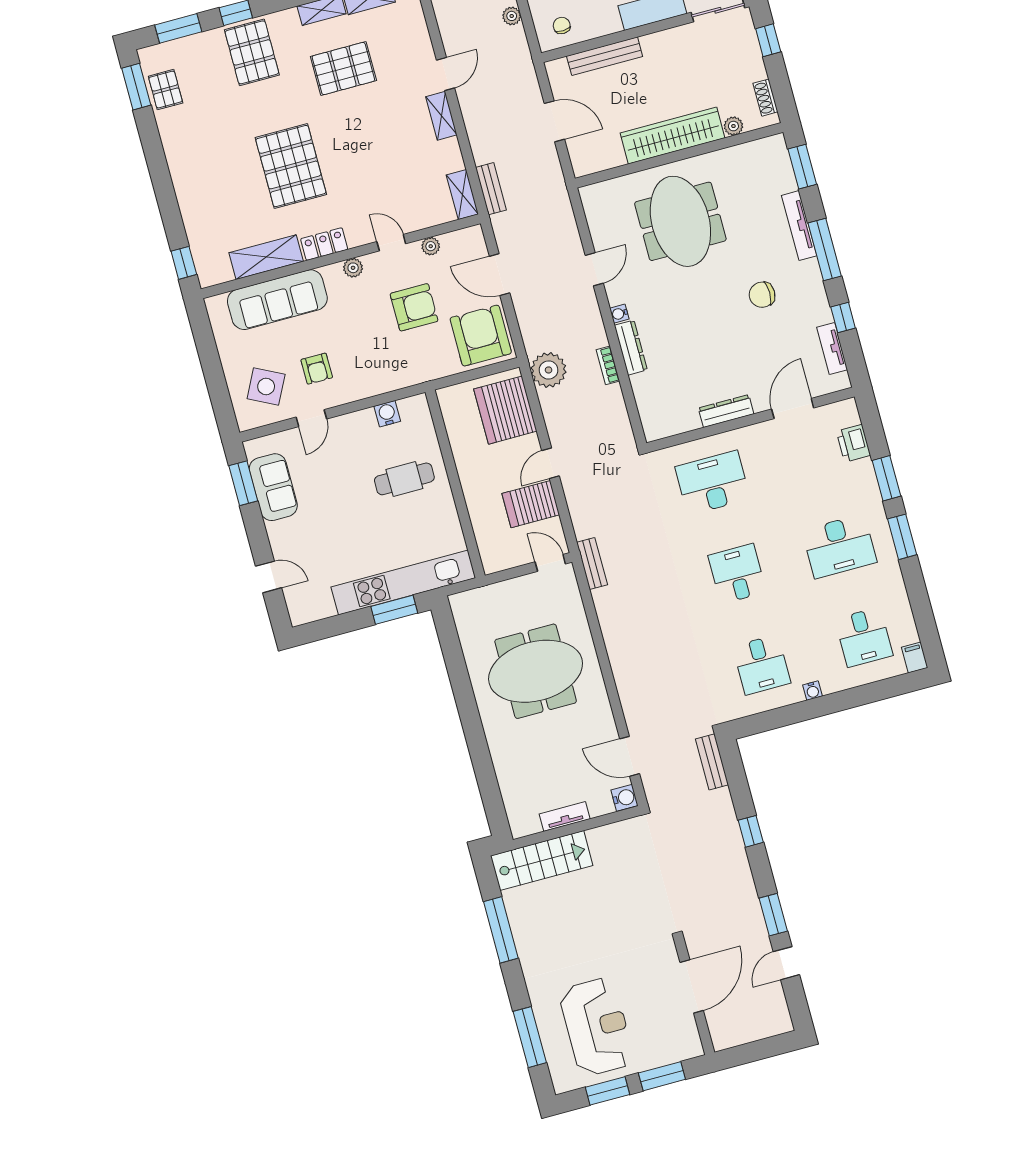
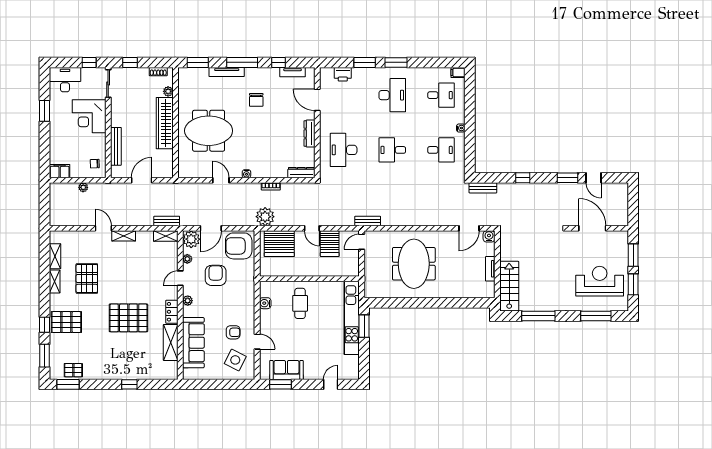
plant: (469, 244) -> (191, 239), added
window: (184, 263) -> (129, 384), moved
dresser: (631, 348) -> (301, 173), moved

